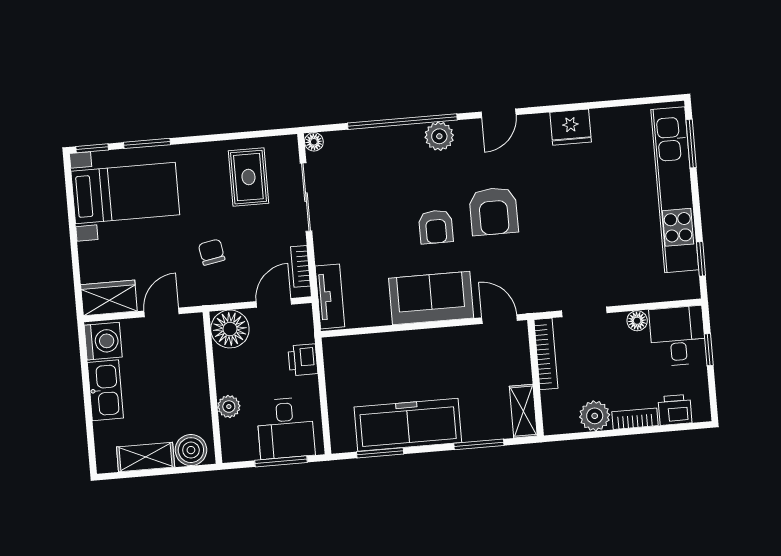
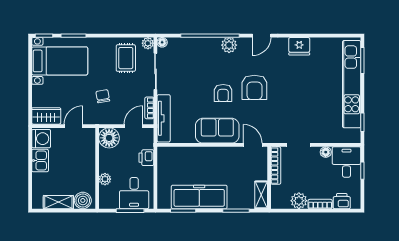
plant: (287, 146) -> (148, 43), added
tv unit: (330, 296) -> (164, 118), width x1.41
kitchen sink: (105, 390) -> (40, 161), width x0.73

